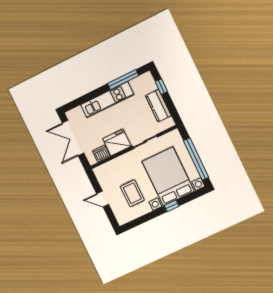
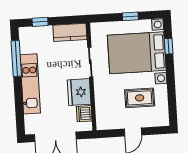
kitchen counter: (158, 106) -> (70, 32), moved
window: (196, 159) -> (130, 16), width x0.32
window: (172, 206) -> (169, 46), moved

